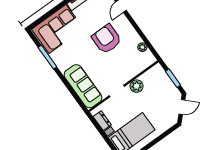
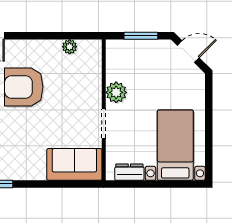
sofa: (83, 86) -> (74, 164), width x0.73
door: (182, 107) -> (188, 52), hinge flipped

